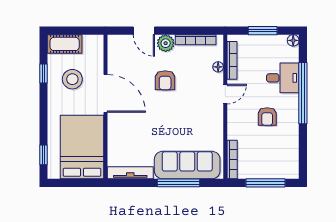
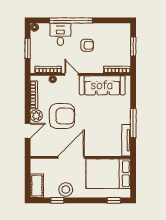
stool: (72, 79) -> (66, 190), moved
armchair: (165, 80) -> (62, 116), width x1.88, depth x1.88
sofa: (187, 165) -> (102, 85), moved, turned -90
window: (178, 183) -> (133, 123), moved
window: (265, 183) -> (133, 46), width x0.69

